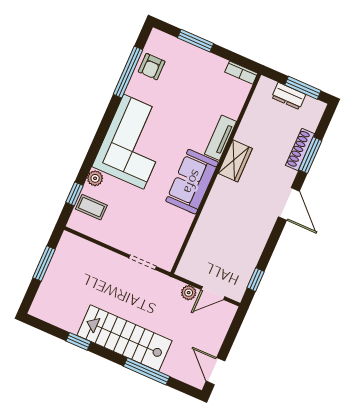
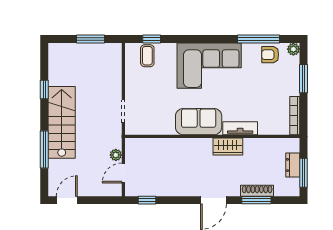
bookcase: (241, 73) -> (295, 116), width x1.56
plant: (95, 178) -> (293, 49), moved
door: (213, 293) -> (123, 173), hinge flipped

